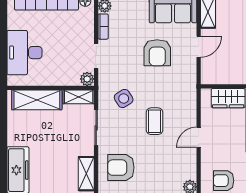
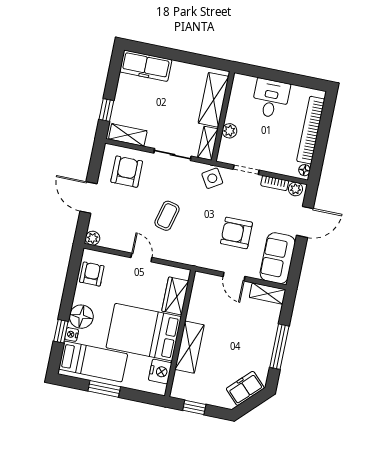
desk: (24, 53) -> (271, 98), width x0.73
plant: (87, 79) -> (229, 131), moved
side table: (124, 98) -> (212, 178), moved
coffee table: (154, 121) -> (167, 216), turned -76

